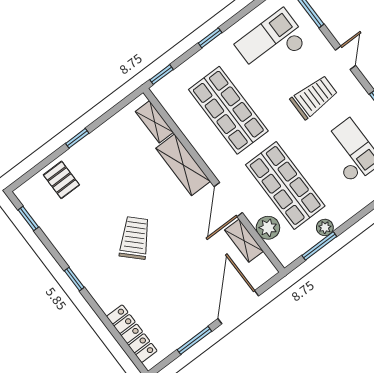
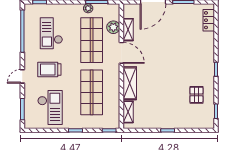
checkout: (272, 43) -> (50, 108), turned -90
pallet: (61, 180) -> (196, 95), moved
door: (228, 200) -> (121, 53), hinge flipped
trolley: (135, 238) -> (175, 67), removed
locker: (132, 334) -> (209, 20), width x0.66

